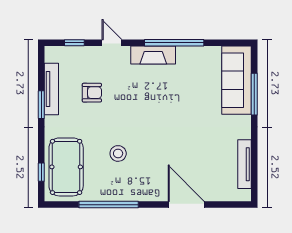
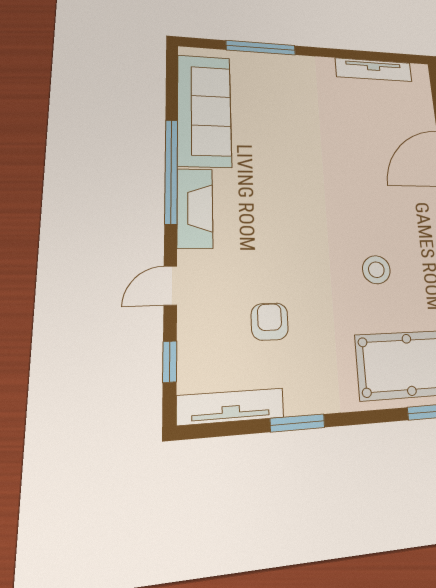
sofa: (236, 80) -> (204, 111), moved, turned -90
tv unit: (51, 89) -> (231, 407), moved

